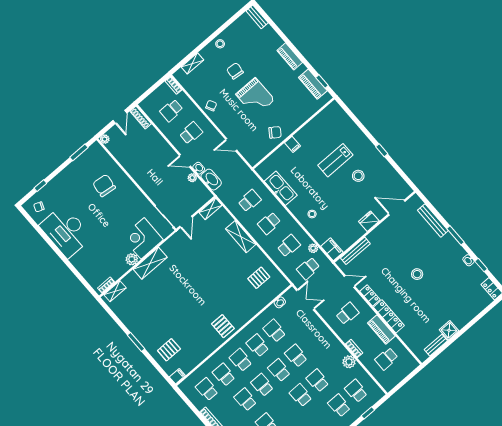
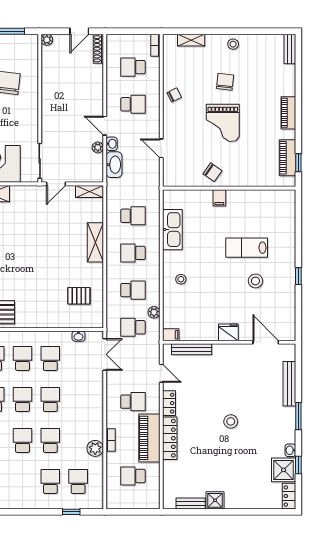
filing cabinet: (332, 249) -> (171, 335), width x0.50
shower: (475, 276) -> (284, 470), added
piano: (381, 330) -> (149, 438), width x1.37, depth x1.33

